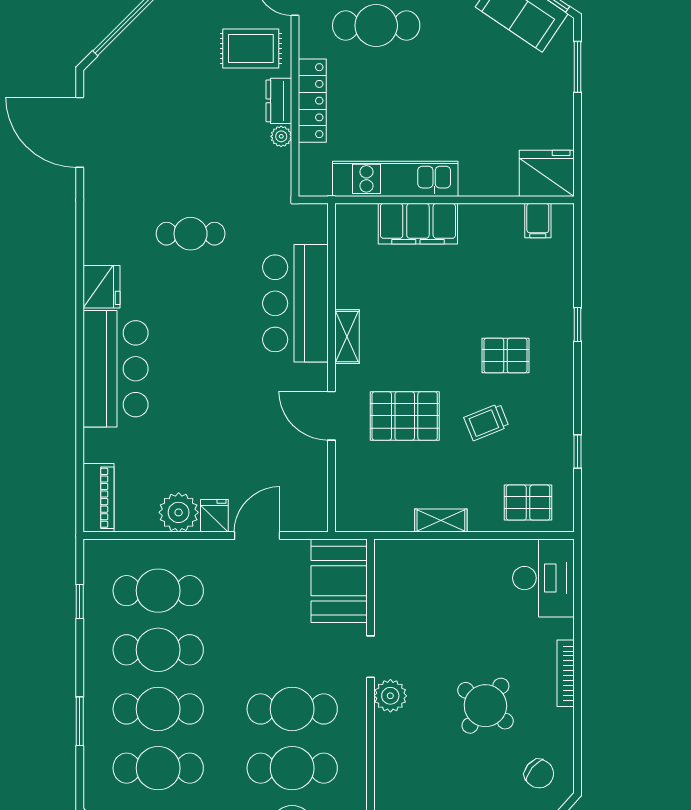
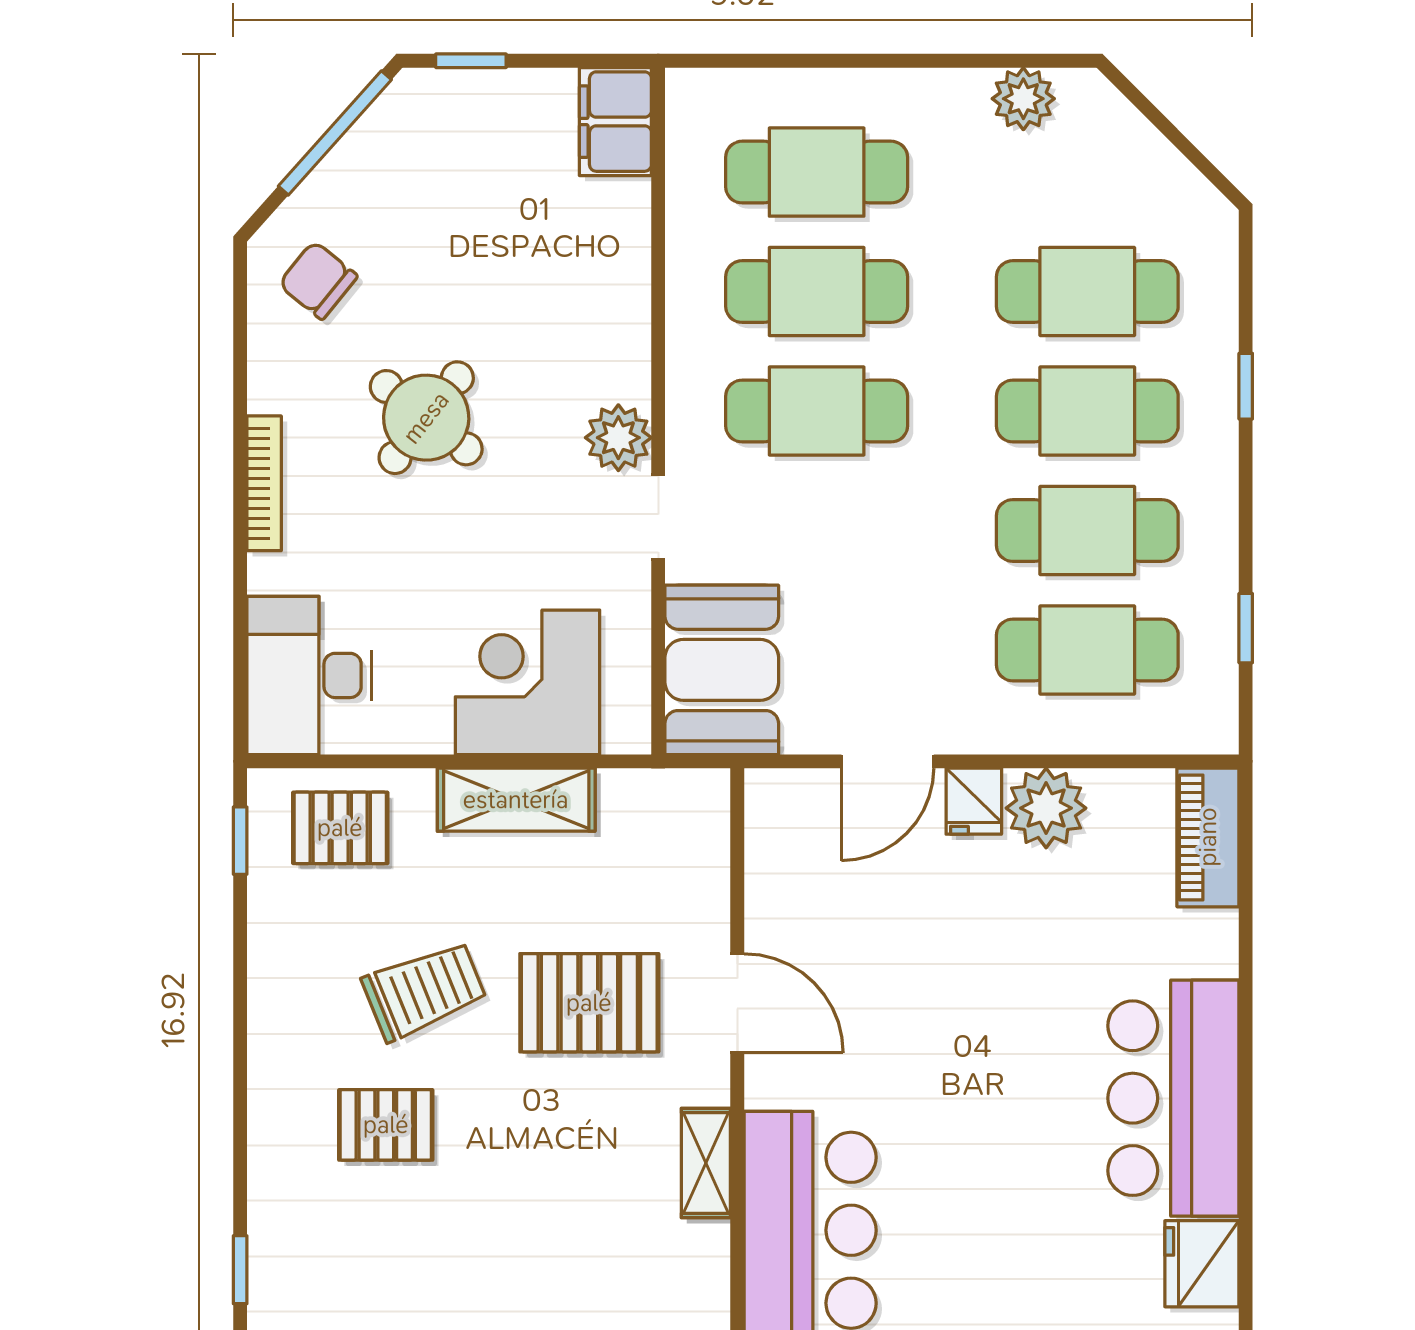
window: (578, 325) -> (240, 1270), moved
trolley: (486, 422) -> (424, 991), width x1.36, depth x1.39
window: (578, 451) -> (240, 841), moved
shelving: (441, 520) -> (516, 800), width x1.50, depth x1.33
corner desk: (435, 575) -> (528, 682), added
window: (80, 721) -> (1246, 386), width x0.67

